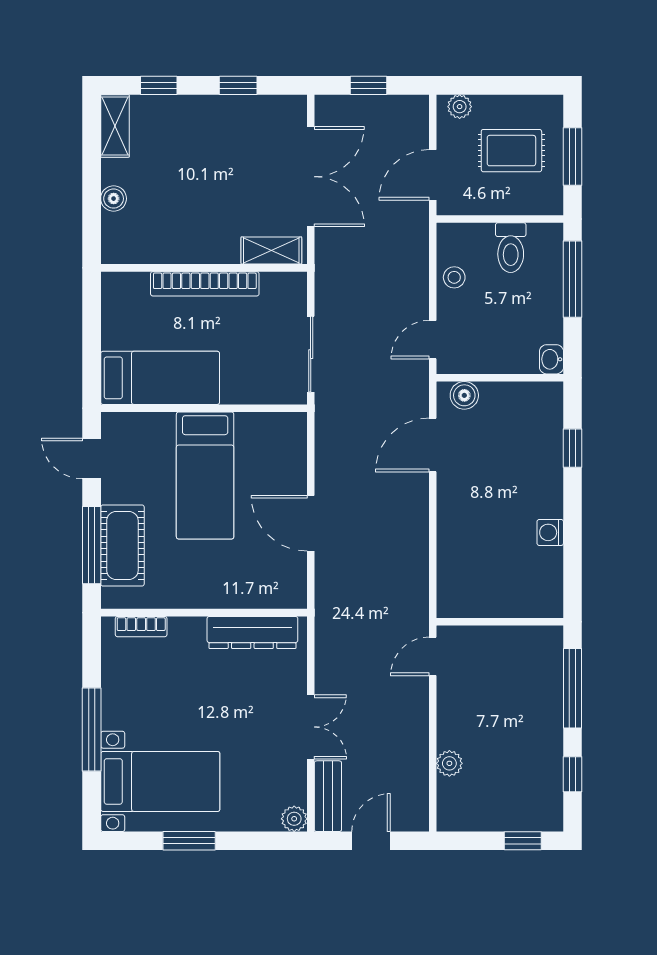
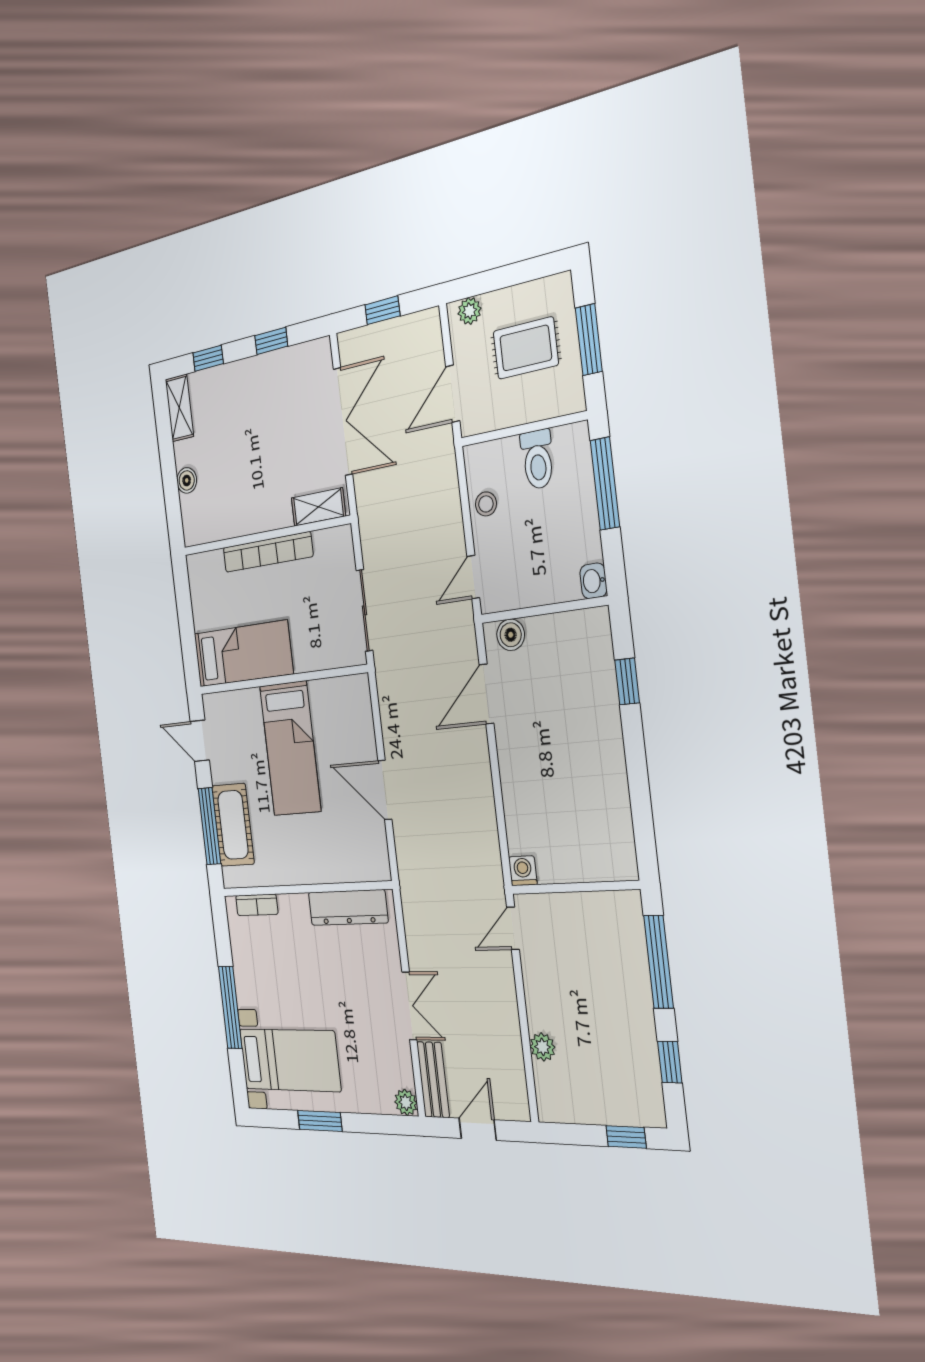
washing machine: (550, 532) -> (523, 871), moved, turned 90

